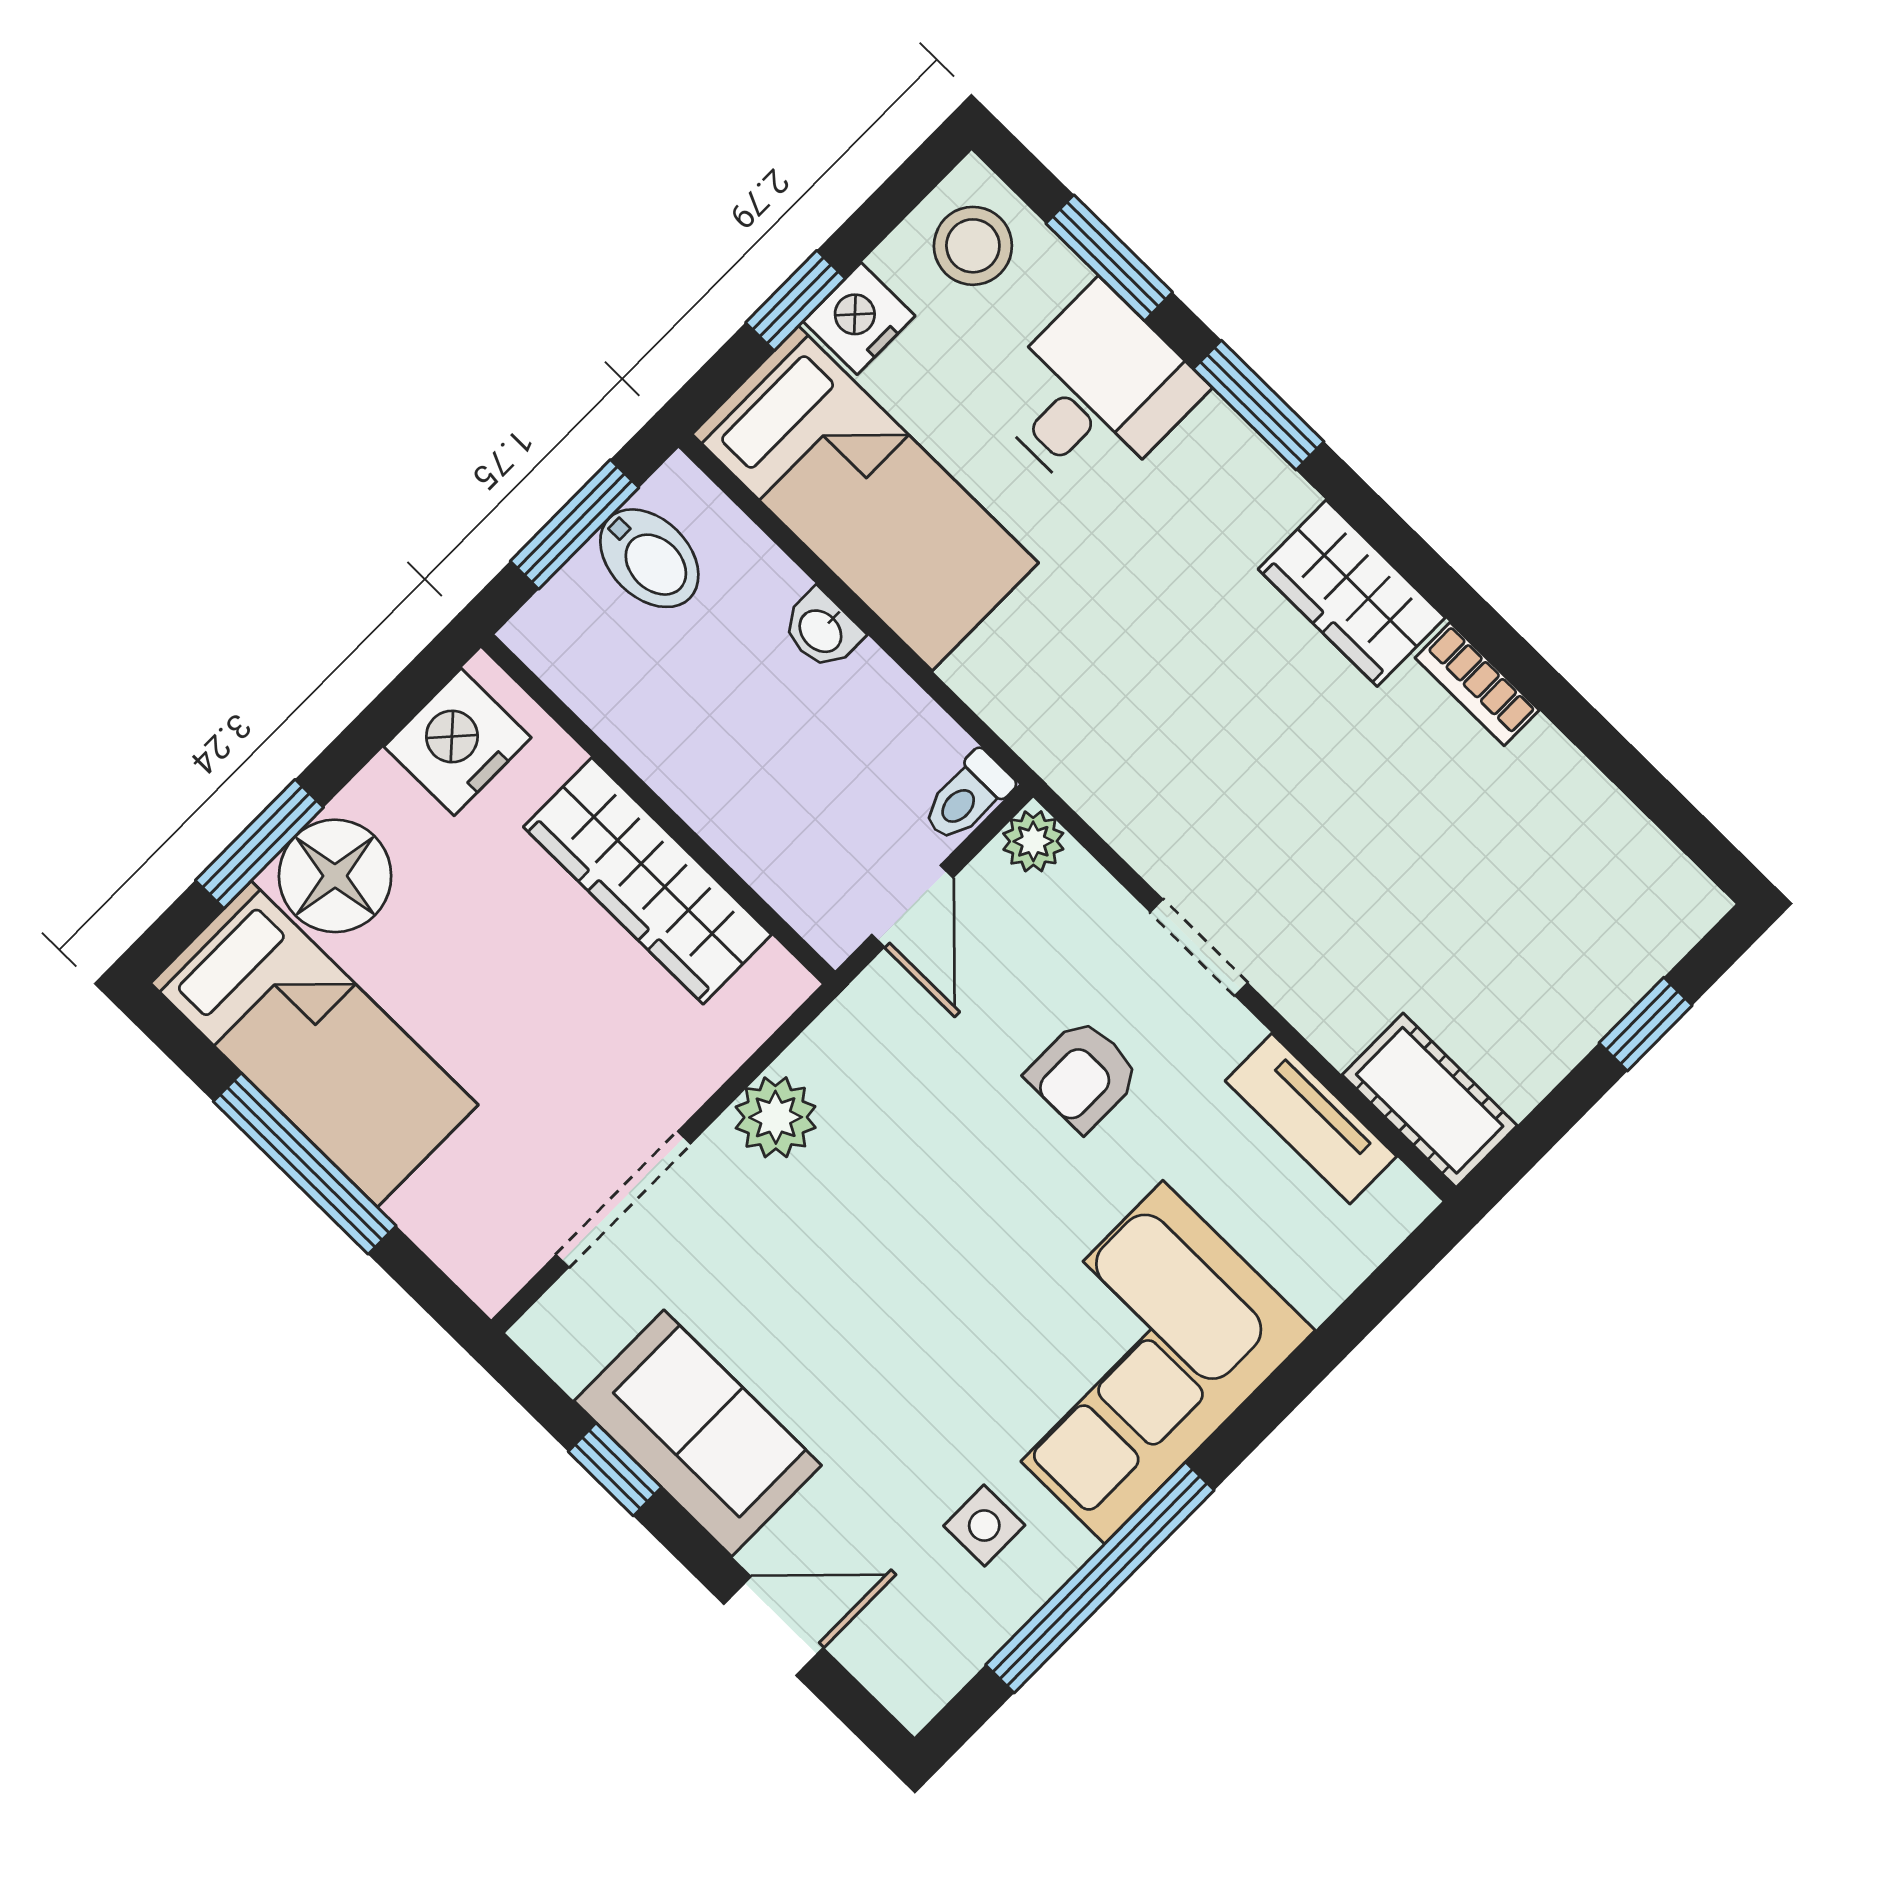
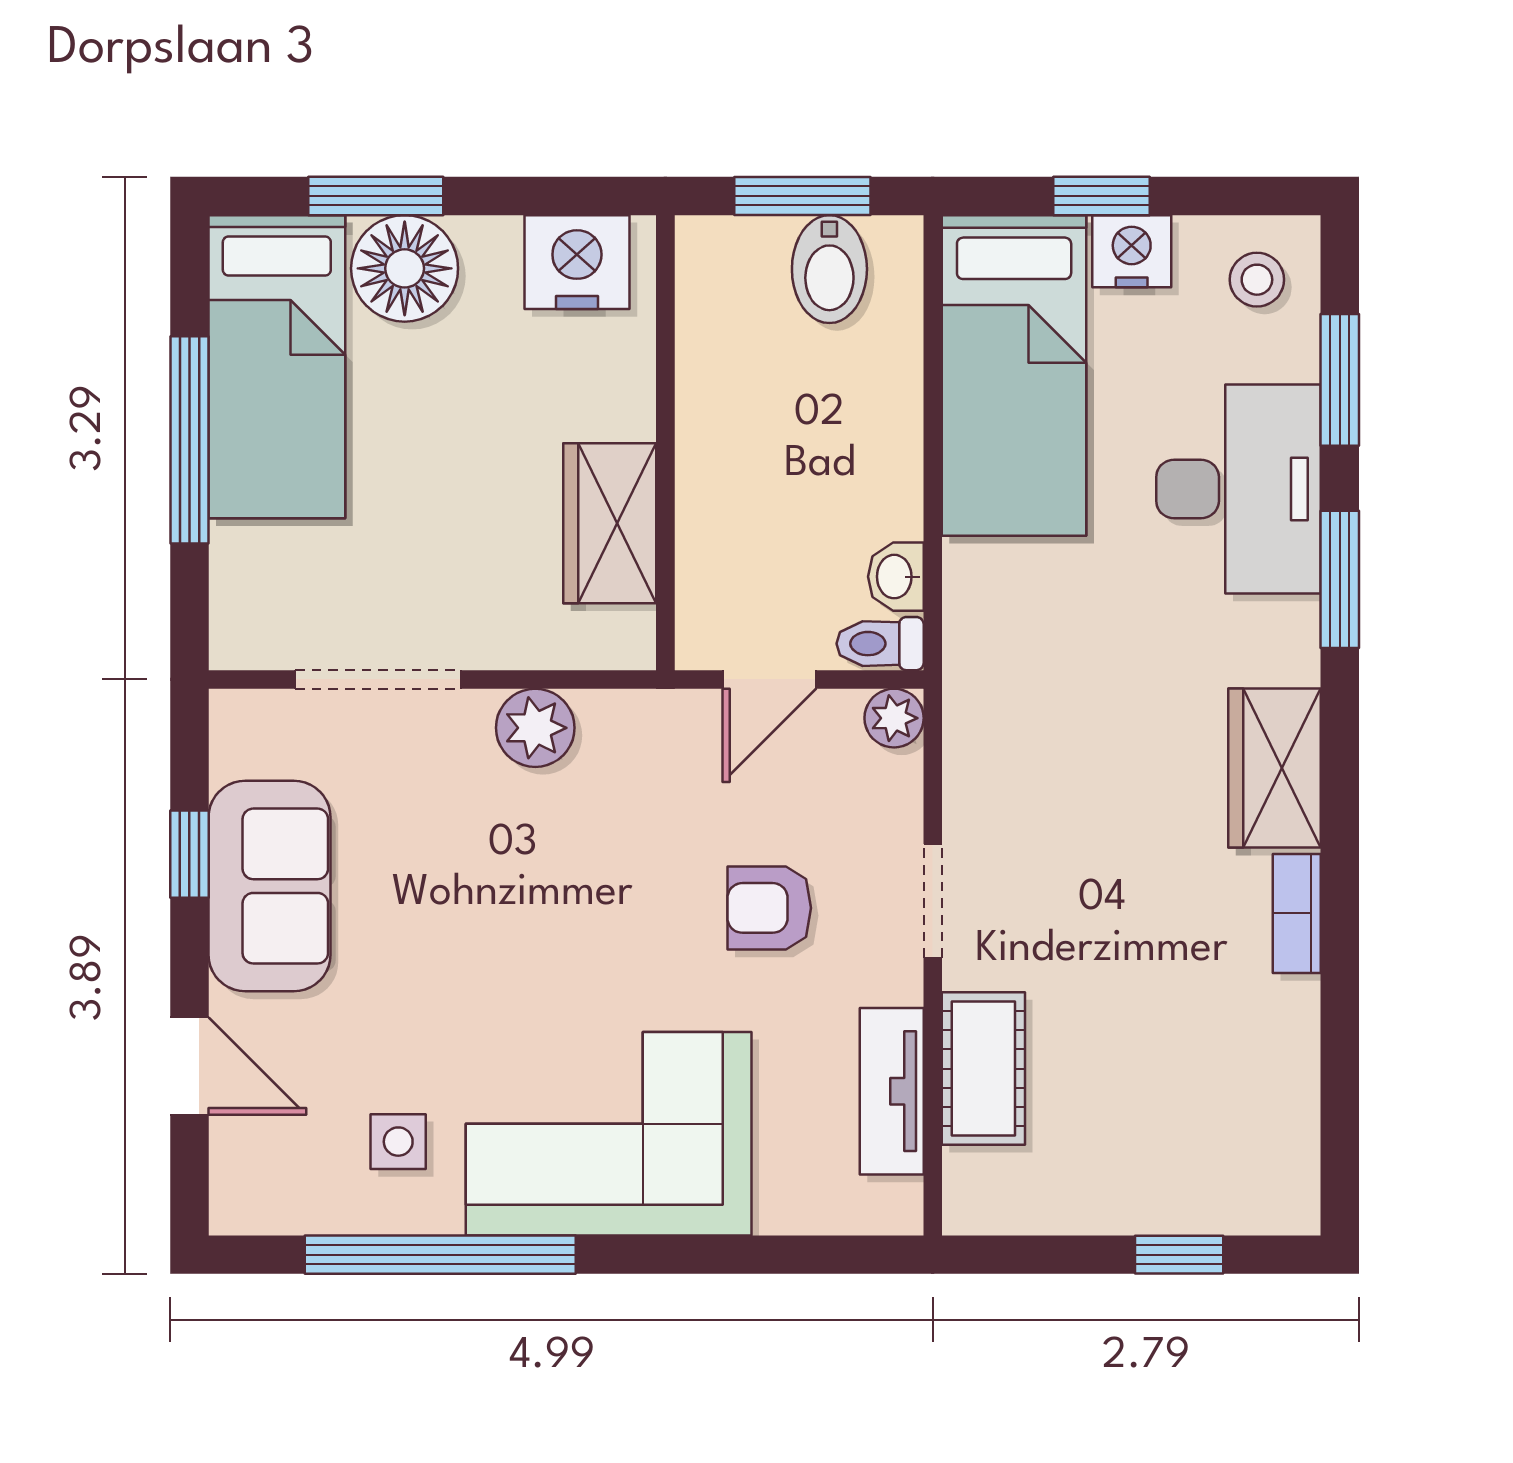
stool: (973, 246) -> (1257, 280), width x0.73, depth x0.73
desk: (1095, 393) -> (1239, 489), width x1.37
washbasin: (822, 630) -> (896, 577), moved
wardrobe: (647, 881) -> (610, 523), width x0.67
cot: (1430, 1100) -> (983, 1069), moved

